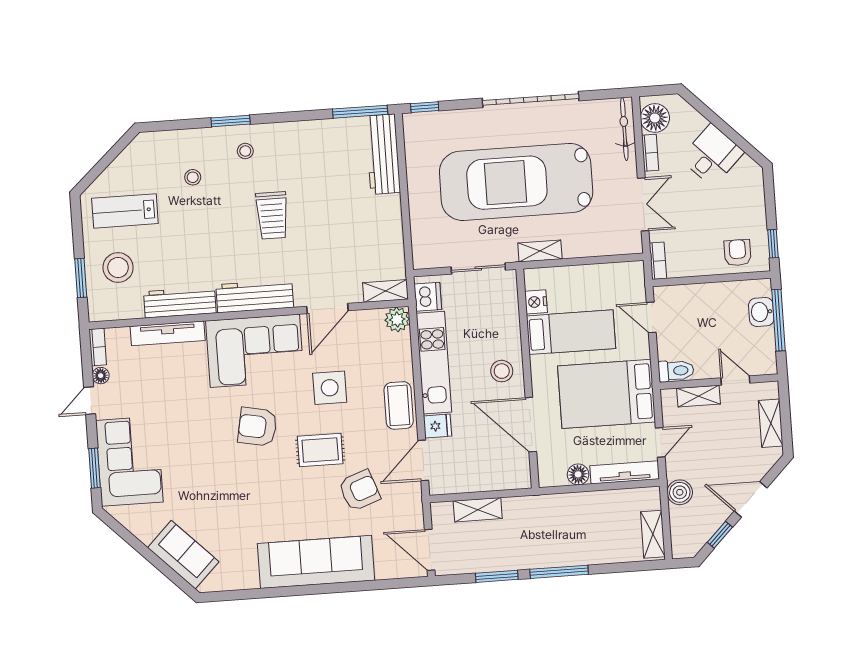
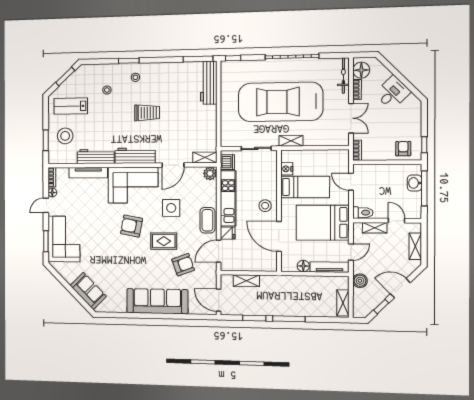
window: (111, 156) -> (65, 76), added
trolley: (272, 215) -> (147, 113), turned -90

